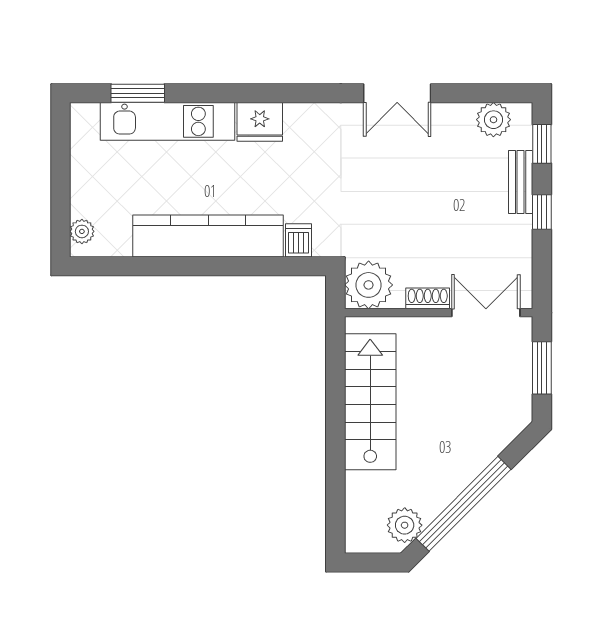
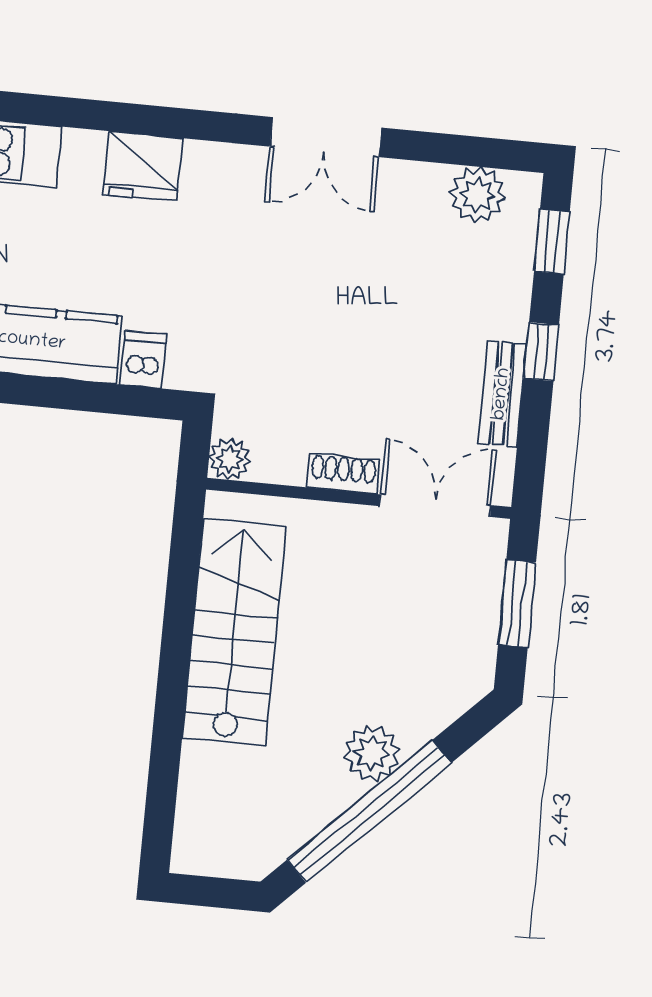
fridge: (260, 122) -> (143, 166), moved
bench: (521, 182) -> (502, 394), moved
plant: (369, 285) -> (230, 459), width x0.53, depth x0.53
plant: (405, 525) -> (372, 753), moved

